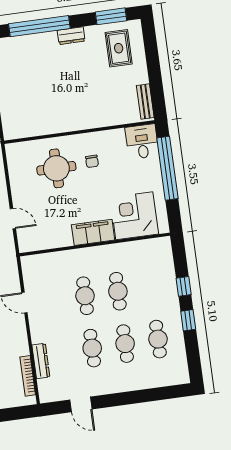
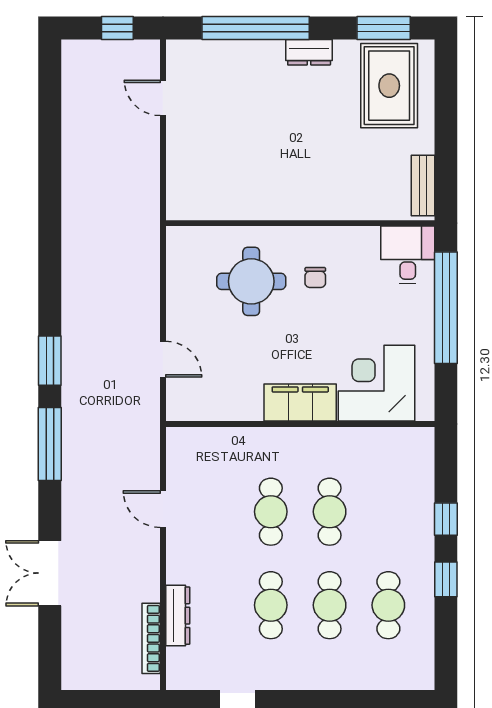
rug: (119, 48) -> (389, 86), width x1.36, depth x1.43

